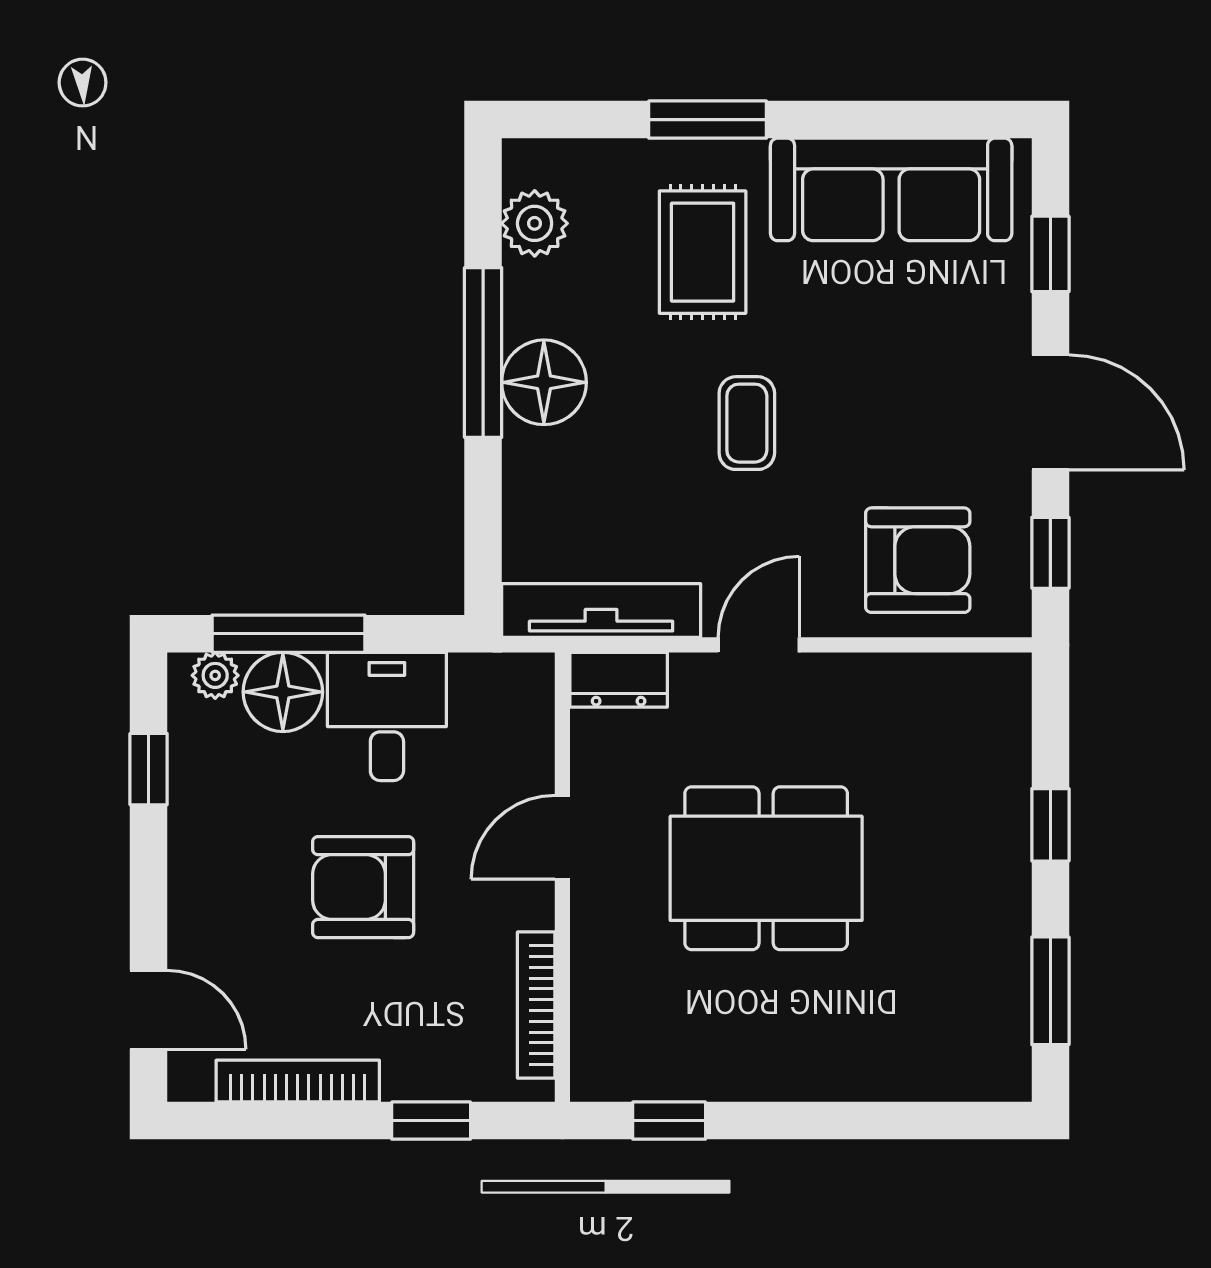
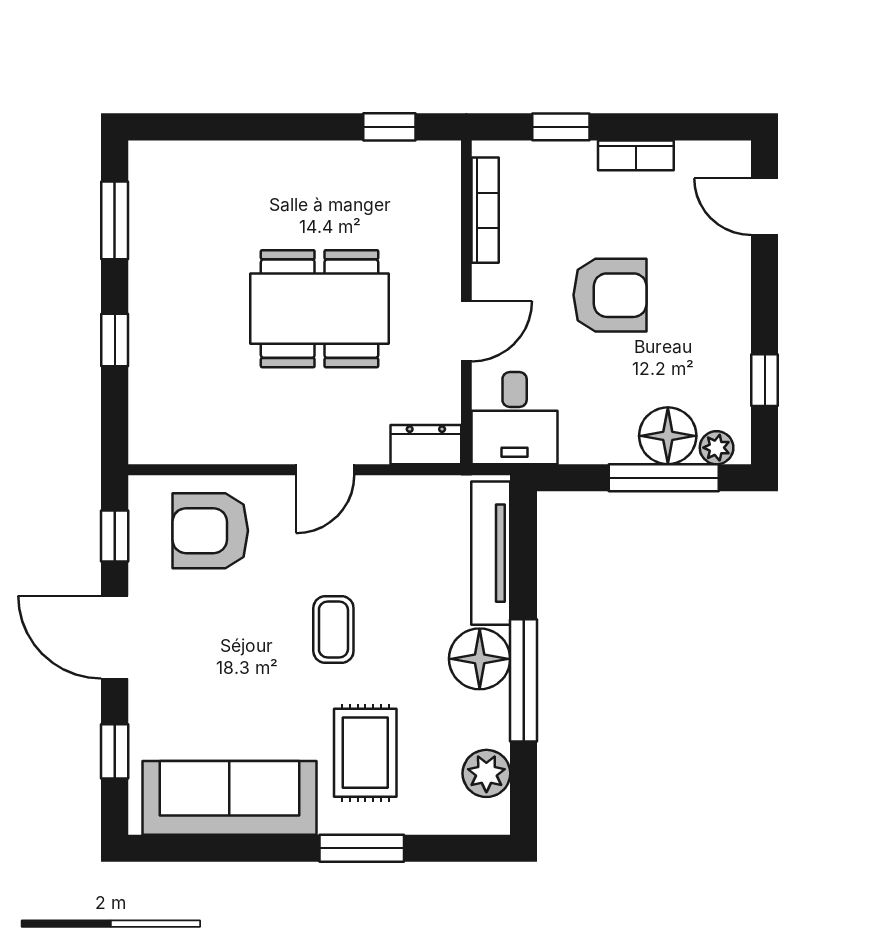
tv unit: (601, 610) -> (491, 553), moved, turned 90
desk: (387, 716) -> (515, 418), moved
bookcase: (298, 1081) -> (636, 155), width x0.64

